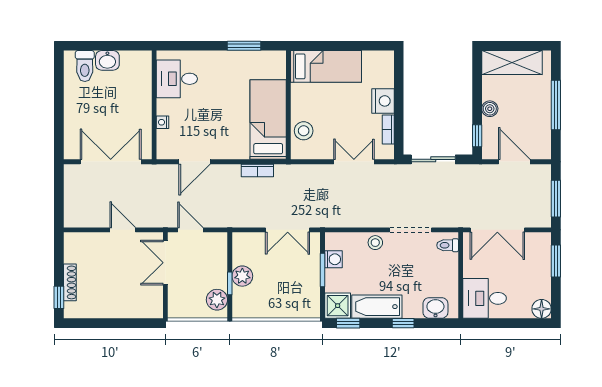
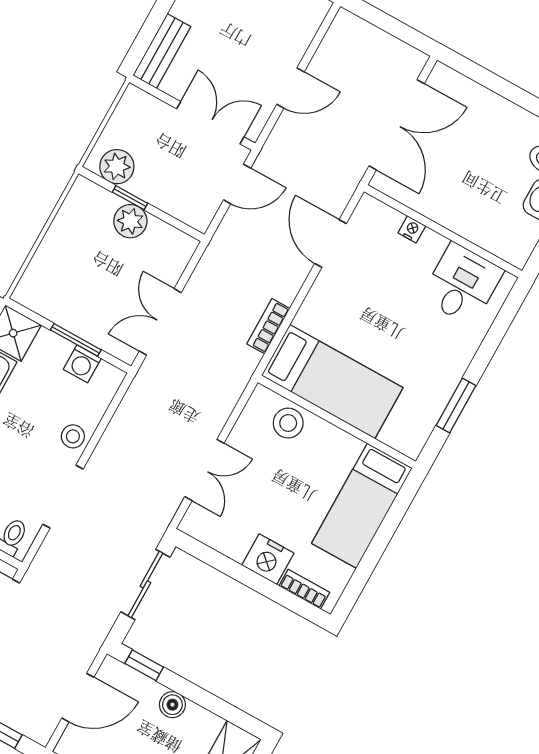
bookcase: (388, 130) -> (304, 589), moved
bench: (141, 310) -> (162, 51), added

